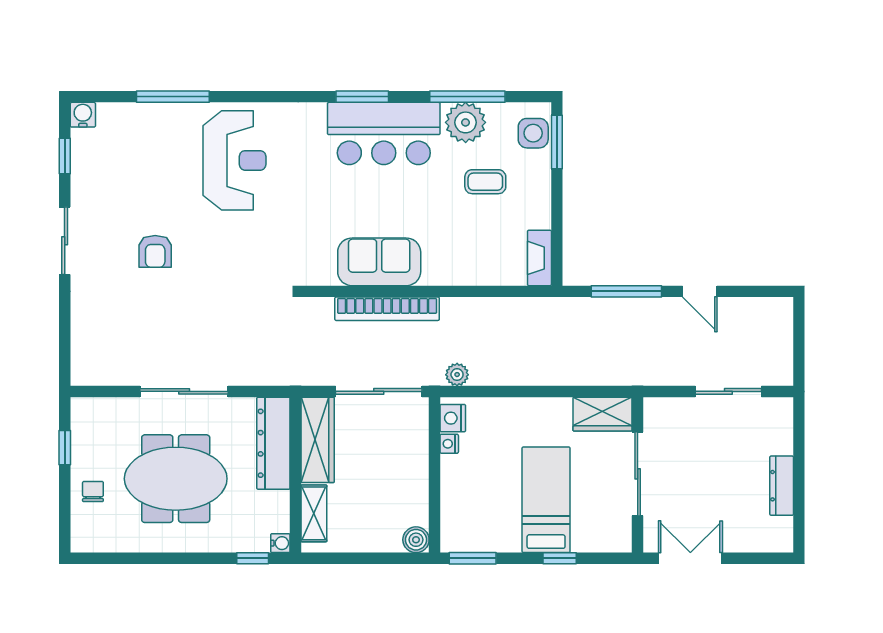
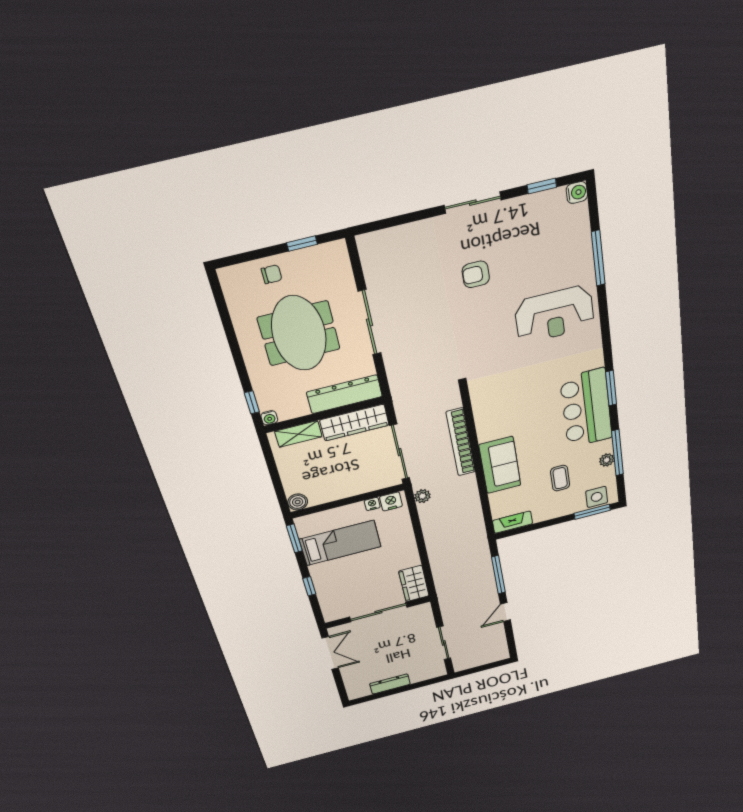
plant: (466, 122) -> (607, 460), width x0.53, depth x0.53
sofa: (379, 262) -> (500, 465), moved
bed: (546, 500) -> (340, 543), moved

